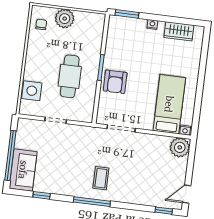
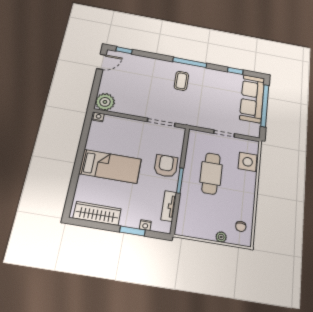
window: (127, 14) -> (132, 231), moved
plant: (65, 19) -> (221, 237), width x0.53, depth x0.53
nightstand: (152, 24) -> (145, 225), moved
wardrobe: (179, 31) -> (97, 213), width x1.50
tv unit: (111, 41) -> (169, 206), added
bed: (169, 104) -> (110, 166), moved, turned -90
sofa: (23, 170) -> (252, 99), width x1.36

